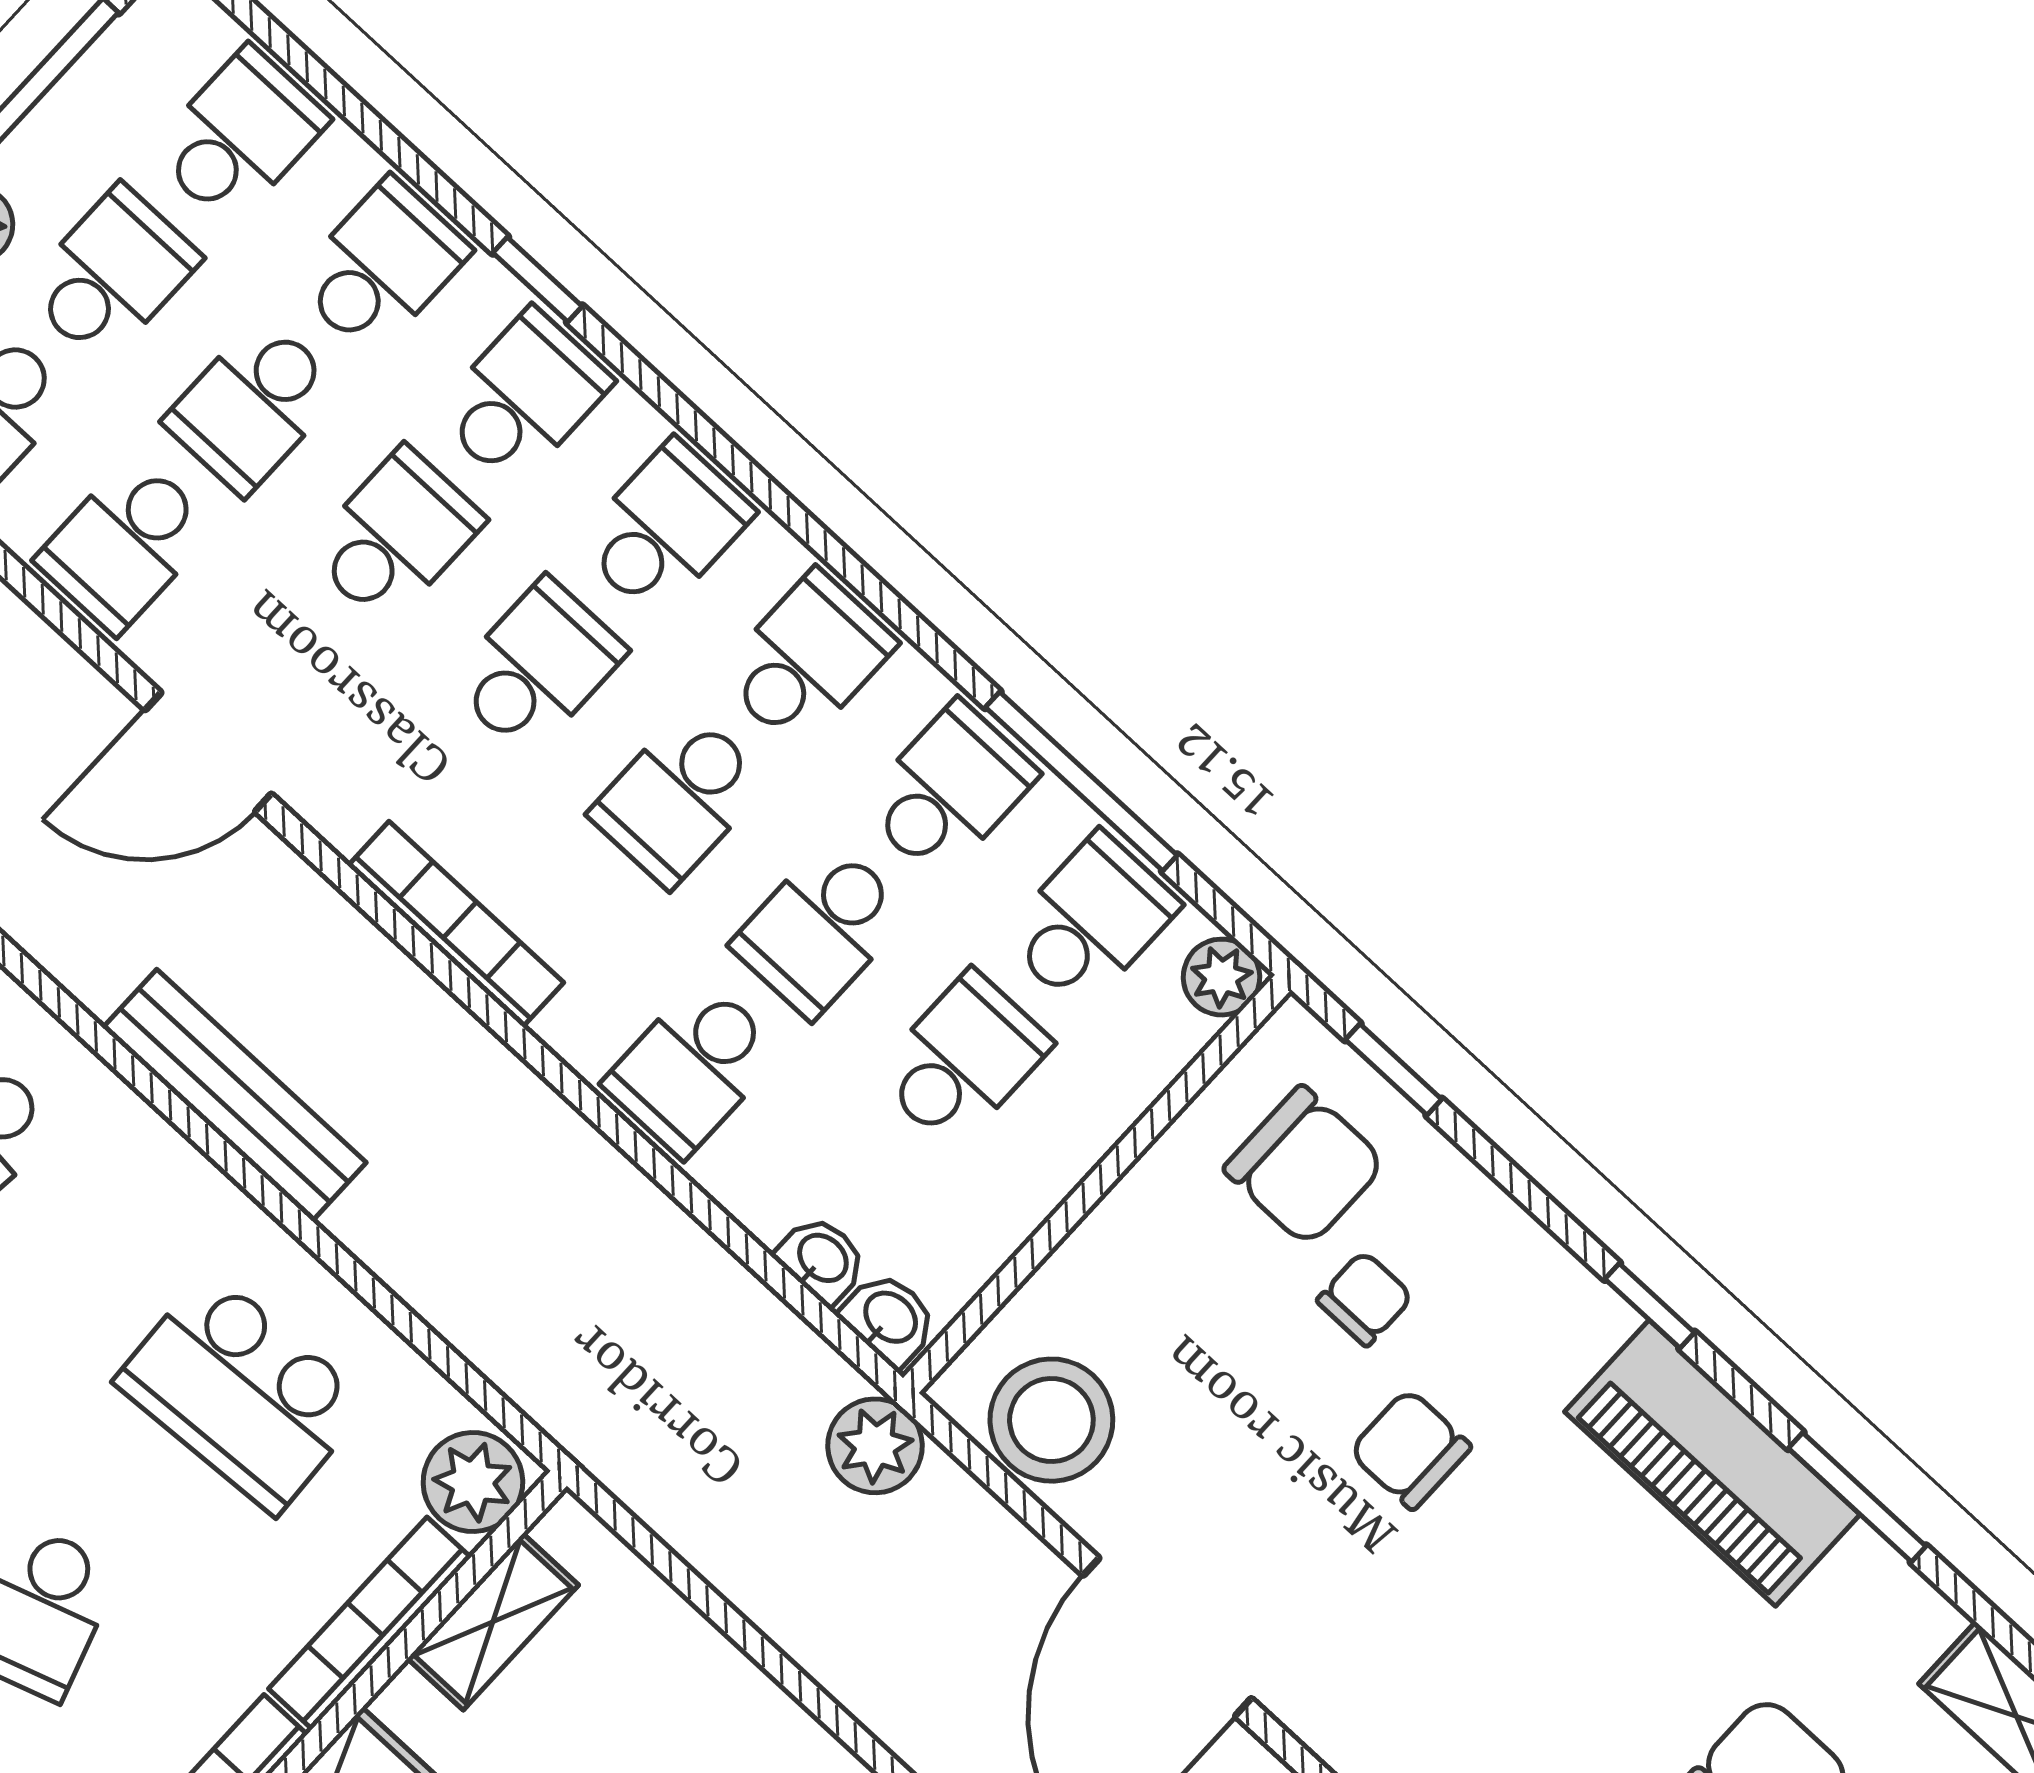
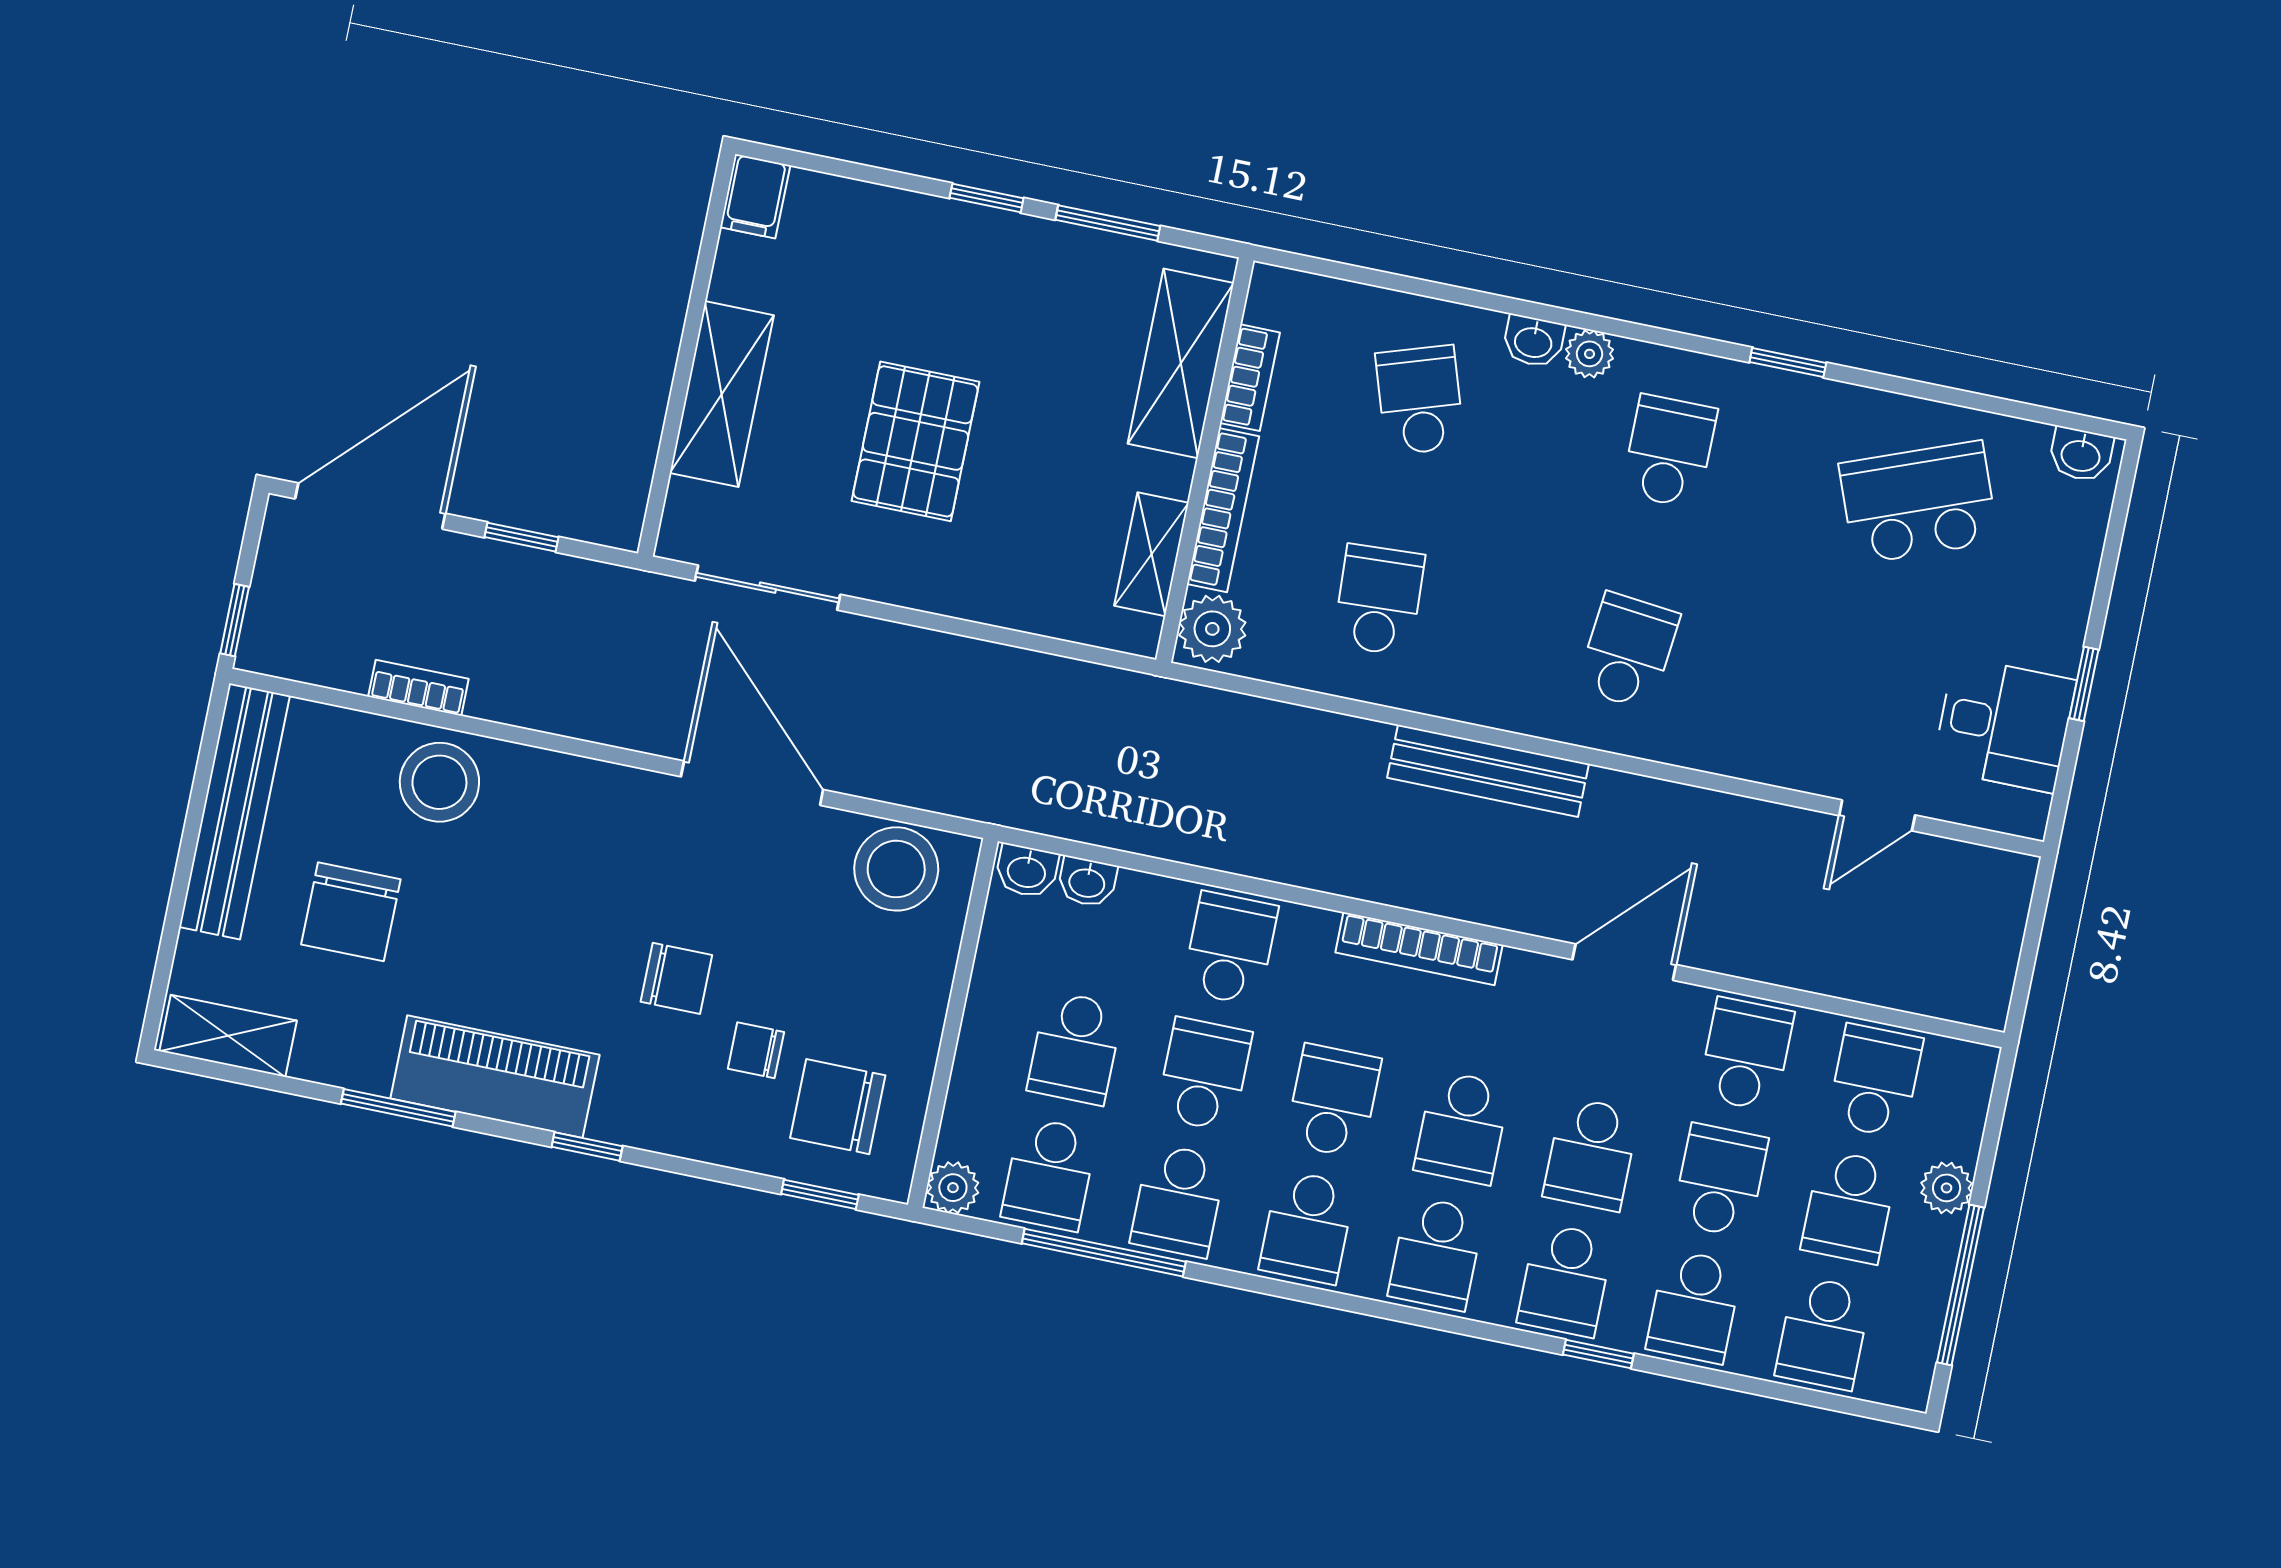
chair: (1365, 1299) -> (756, 1050), turned 90
school desk: (242, 1392) -> (1379, 600), width x0.54
plant: (875, 1446) -> (990, 792), removed

